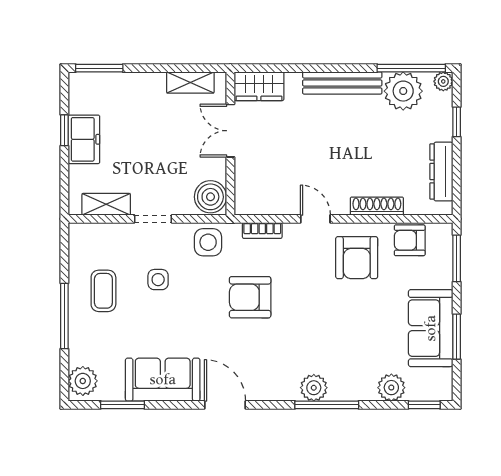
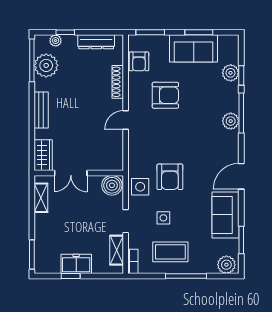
plant: (443, 81) -> (56, 41), moved
bench: (342, 83) -> (41, 110), width x0.73
bookcase: (262, 231) -> (133, 261), moved
armchair: (357, 258) -> (165, 95), moved
coffee table: (103, 291) -> (170, 252), width x1.36, depth x1.30
armchair: (250, 297) -> (170, 177), moved
window: (424, 405) -> (241, 75), moved

